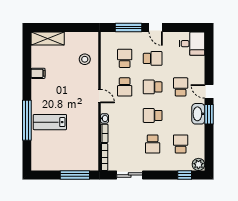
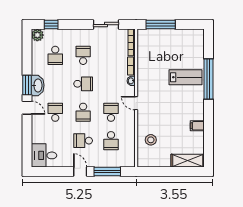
school desk: (153, 87) -> (83, 112), turned 90
school desk: (181, 87) -> (55, 112), turned 180

